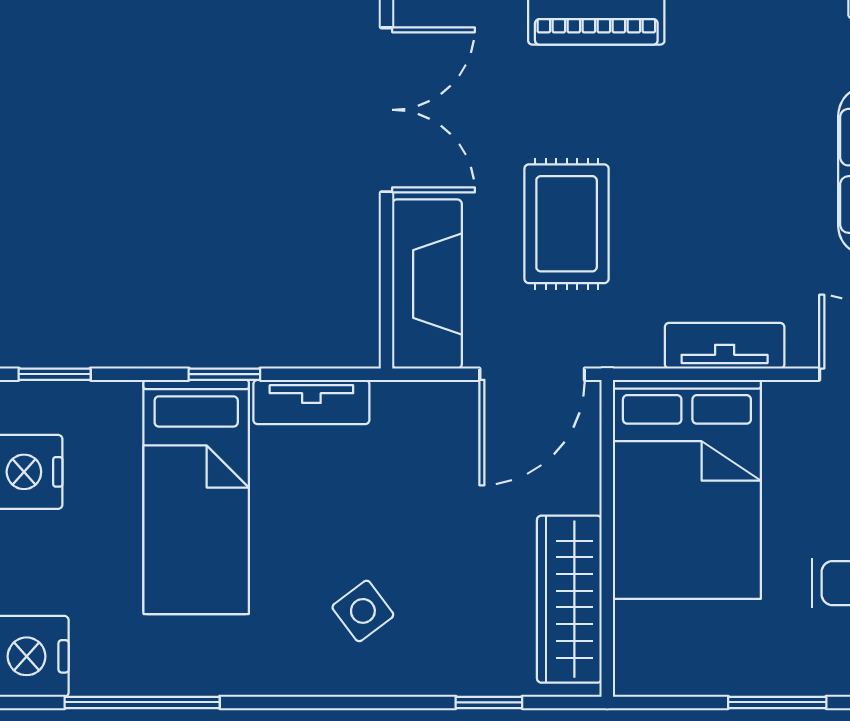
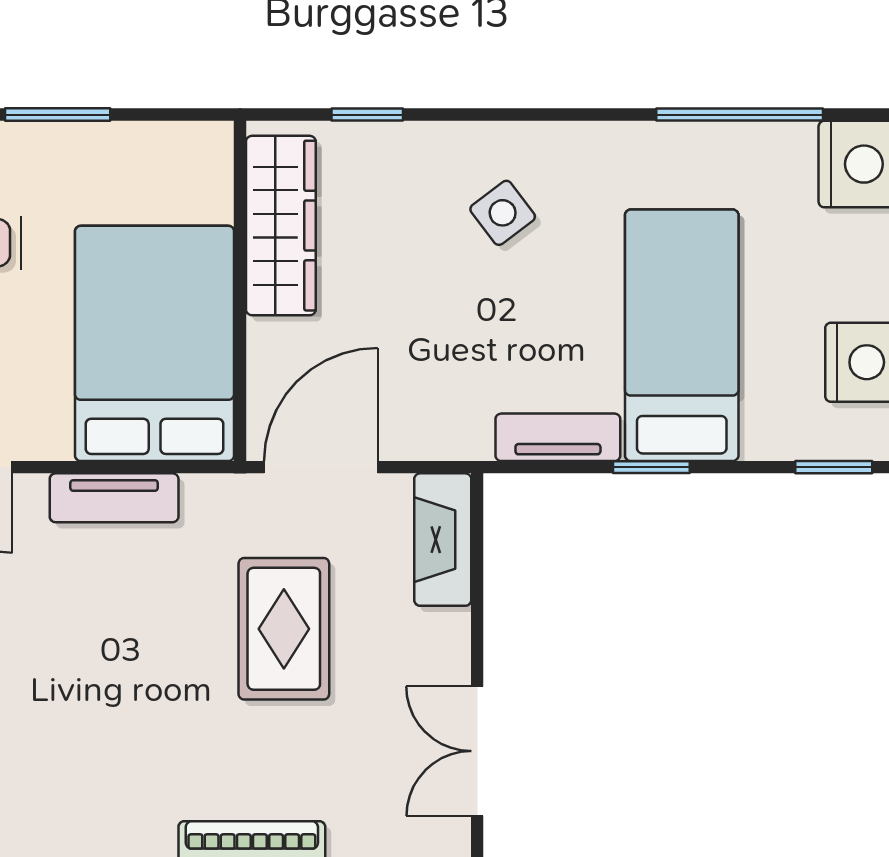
double door: (387, 110) -> (477, 751), width x0.73
fireplace: (427, 284) -> (443, 540), width x0.73, depth x0.76

